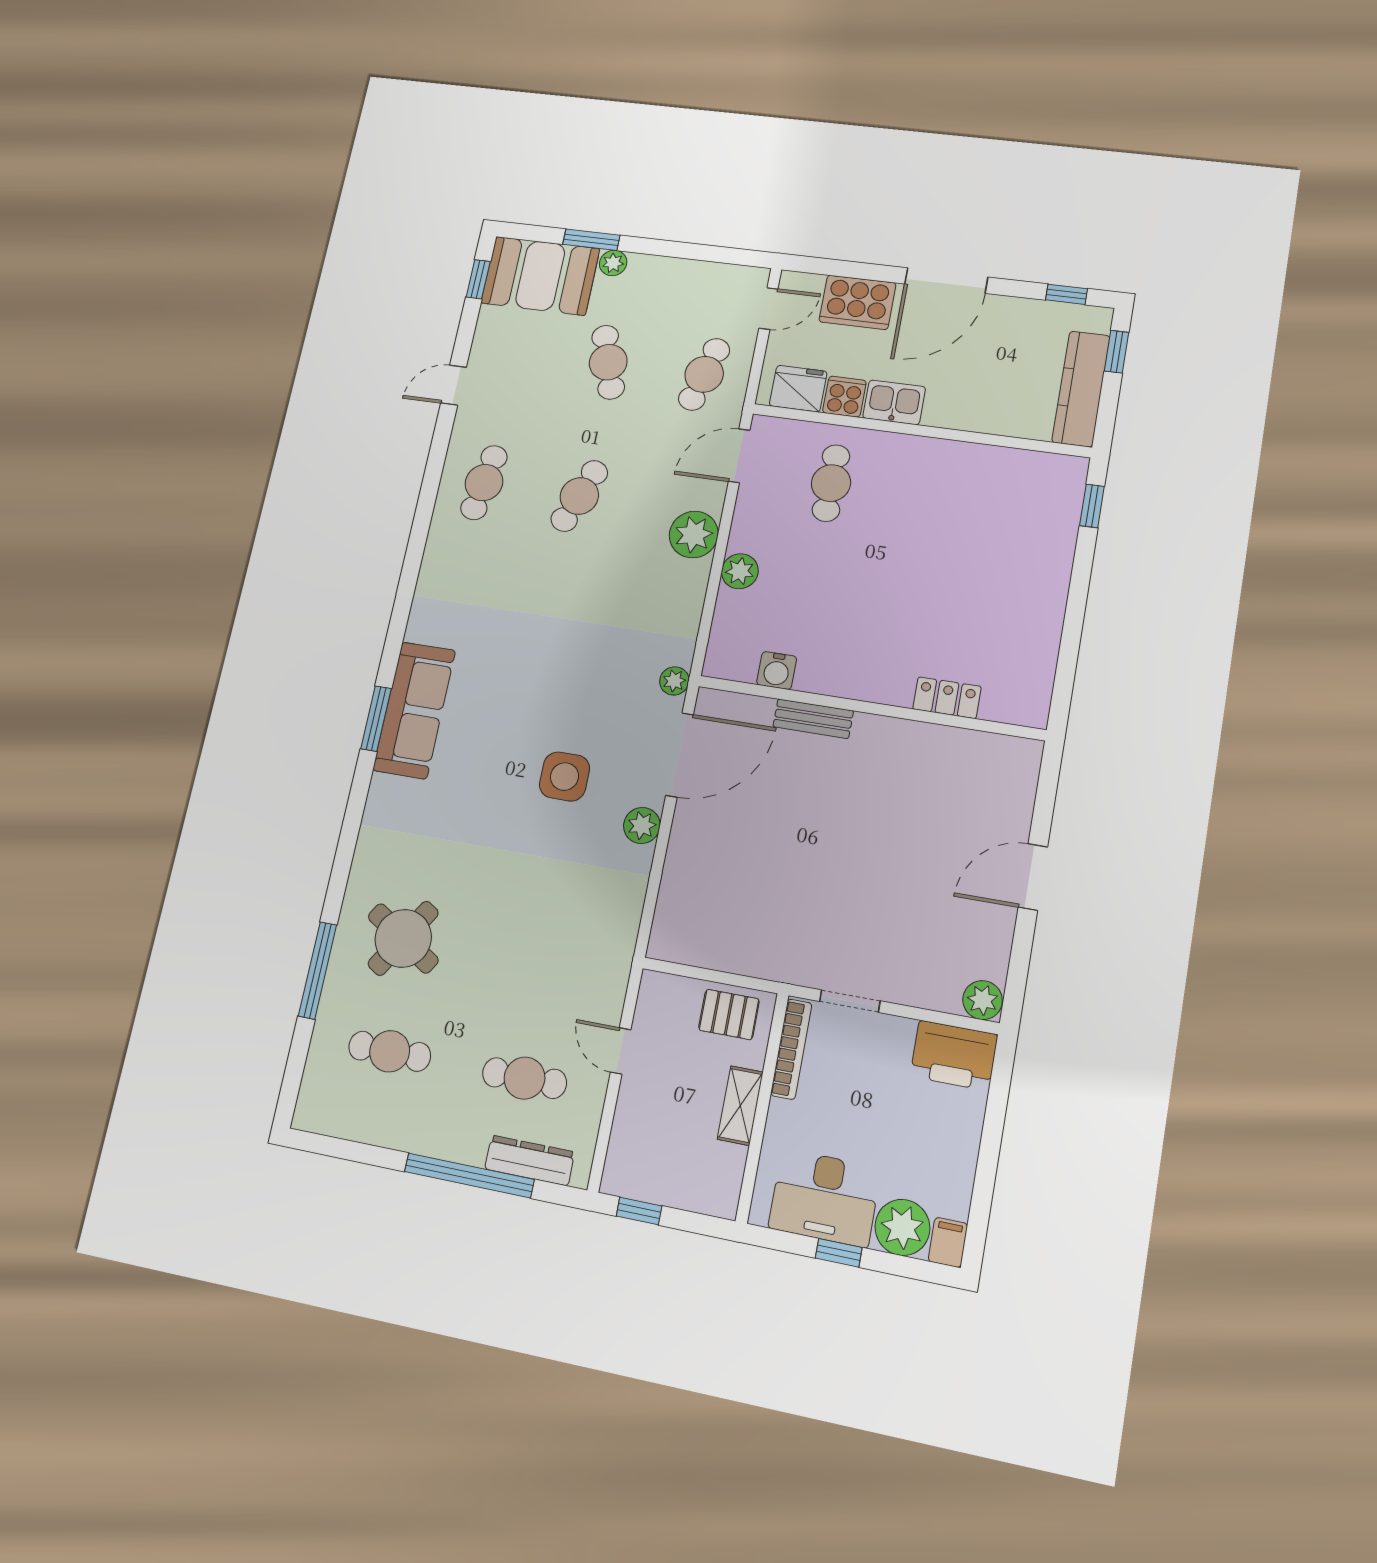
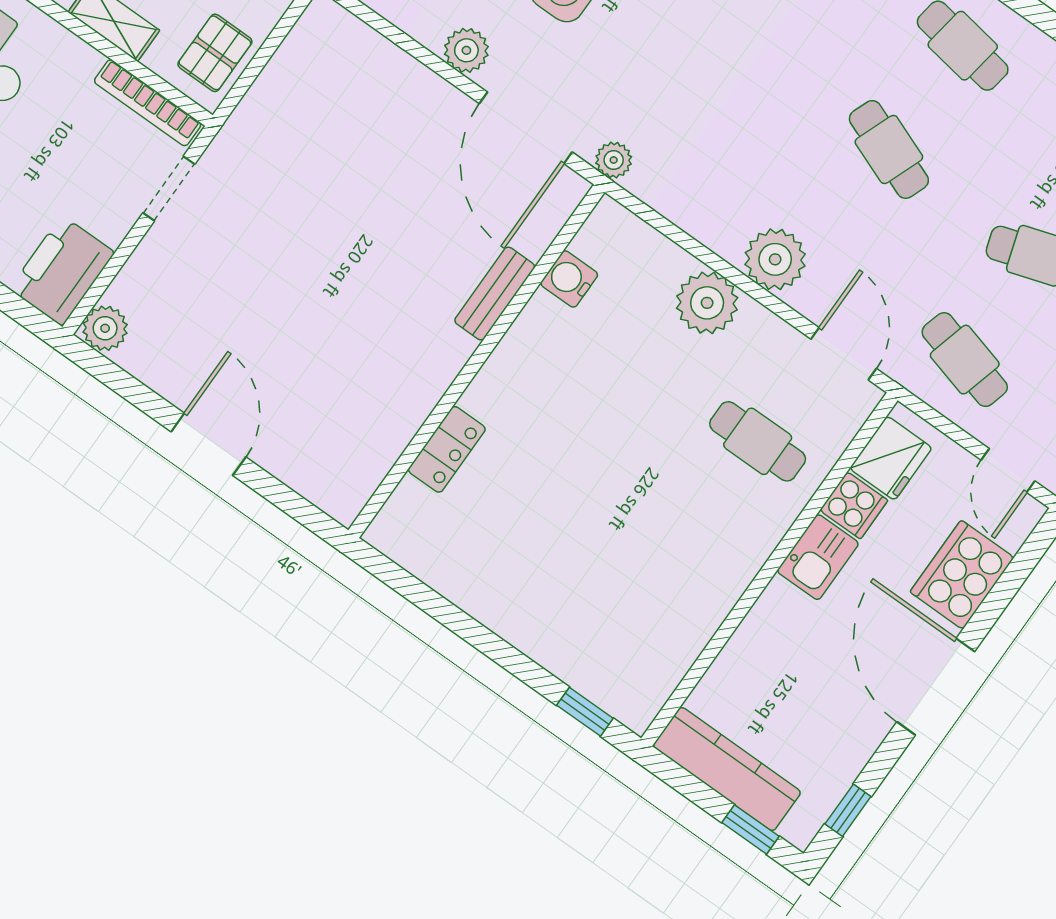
plant: (740, 571) -> (707, 303), width x1.36, depth x1.36

